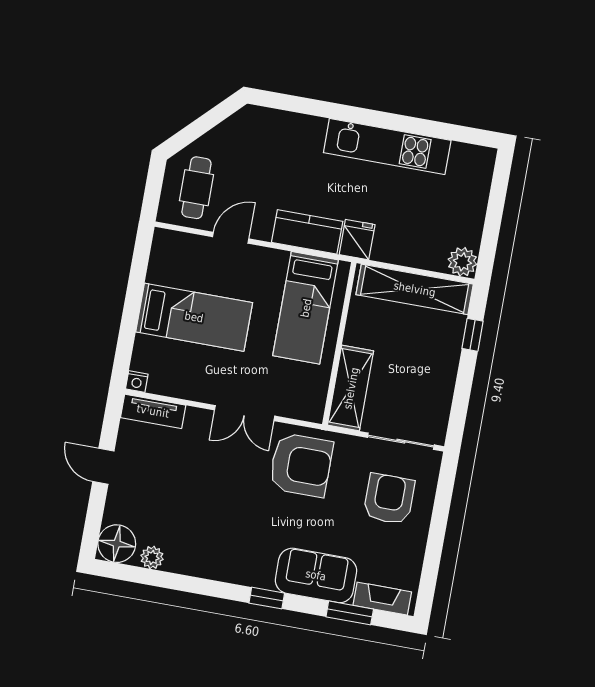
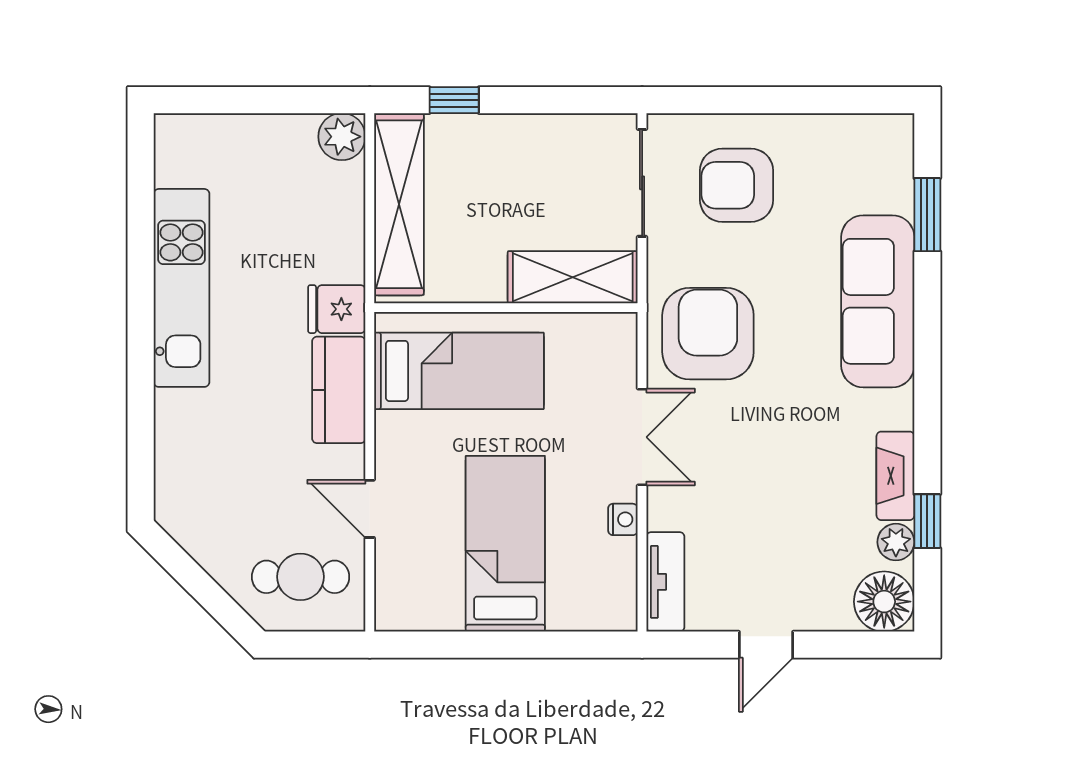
nightstand: (137, 381) -> (623, 519), moved
sofa: (316, 575) -> (878, 301), width x1.36
window: (267, 598) -> (927, 521), moved
fireplace: (382, 599) -> (895, 476), moved

